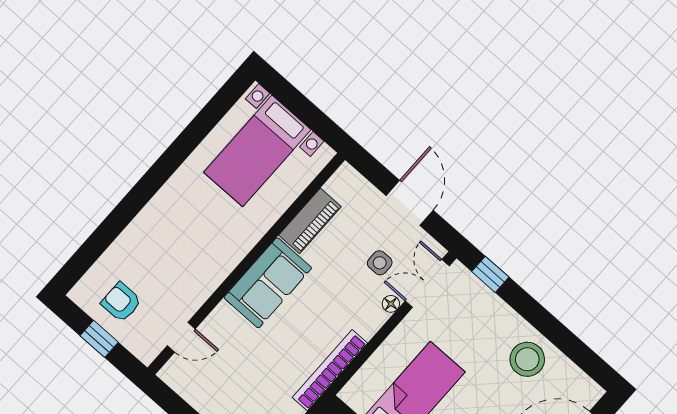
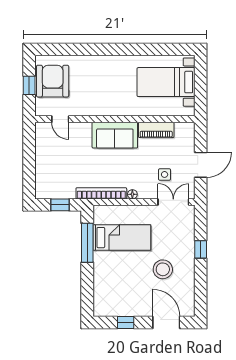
window: (490, 274) -> (201, 249), moved
armchair: (121, 302) -> (53, 81), width x1.88, depth x1.88
floor lamp: (391, 304) -> (132, 194), moved
stool: (527, 359) -> (163, 269), moved

